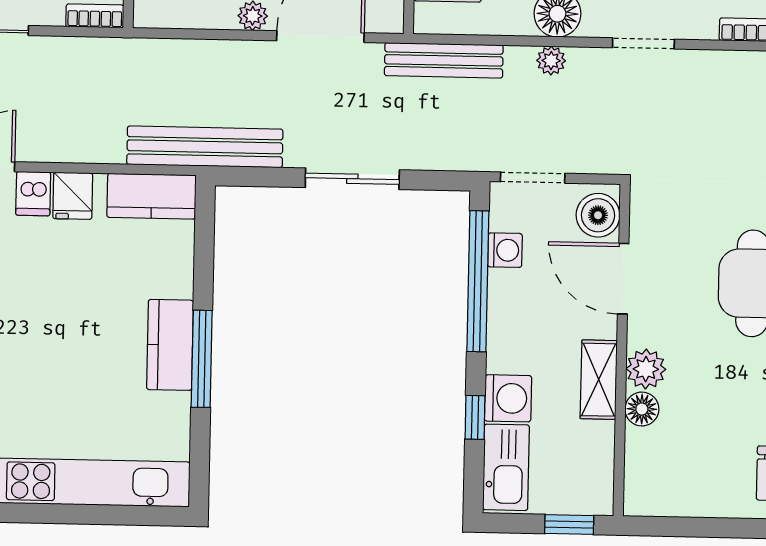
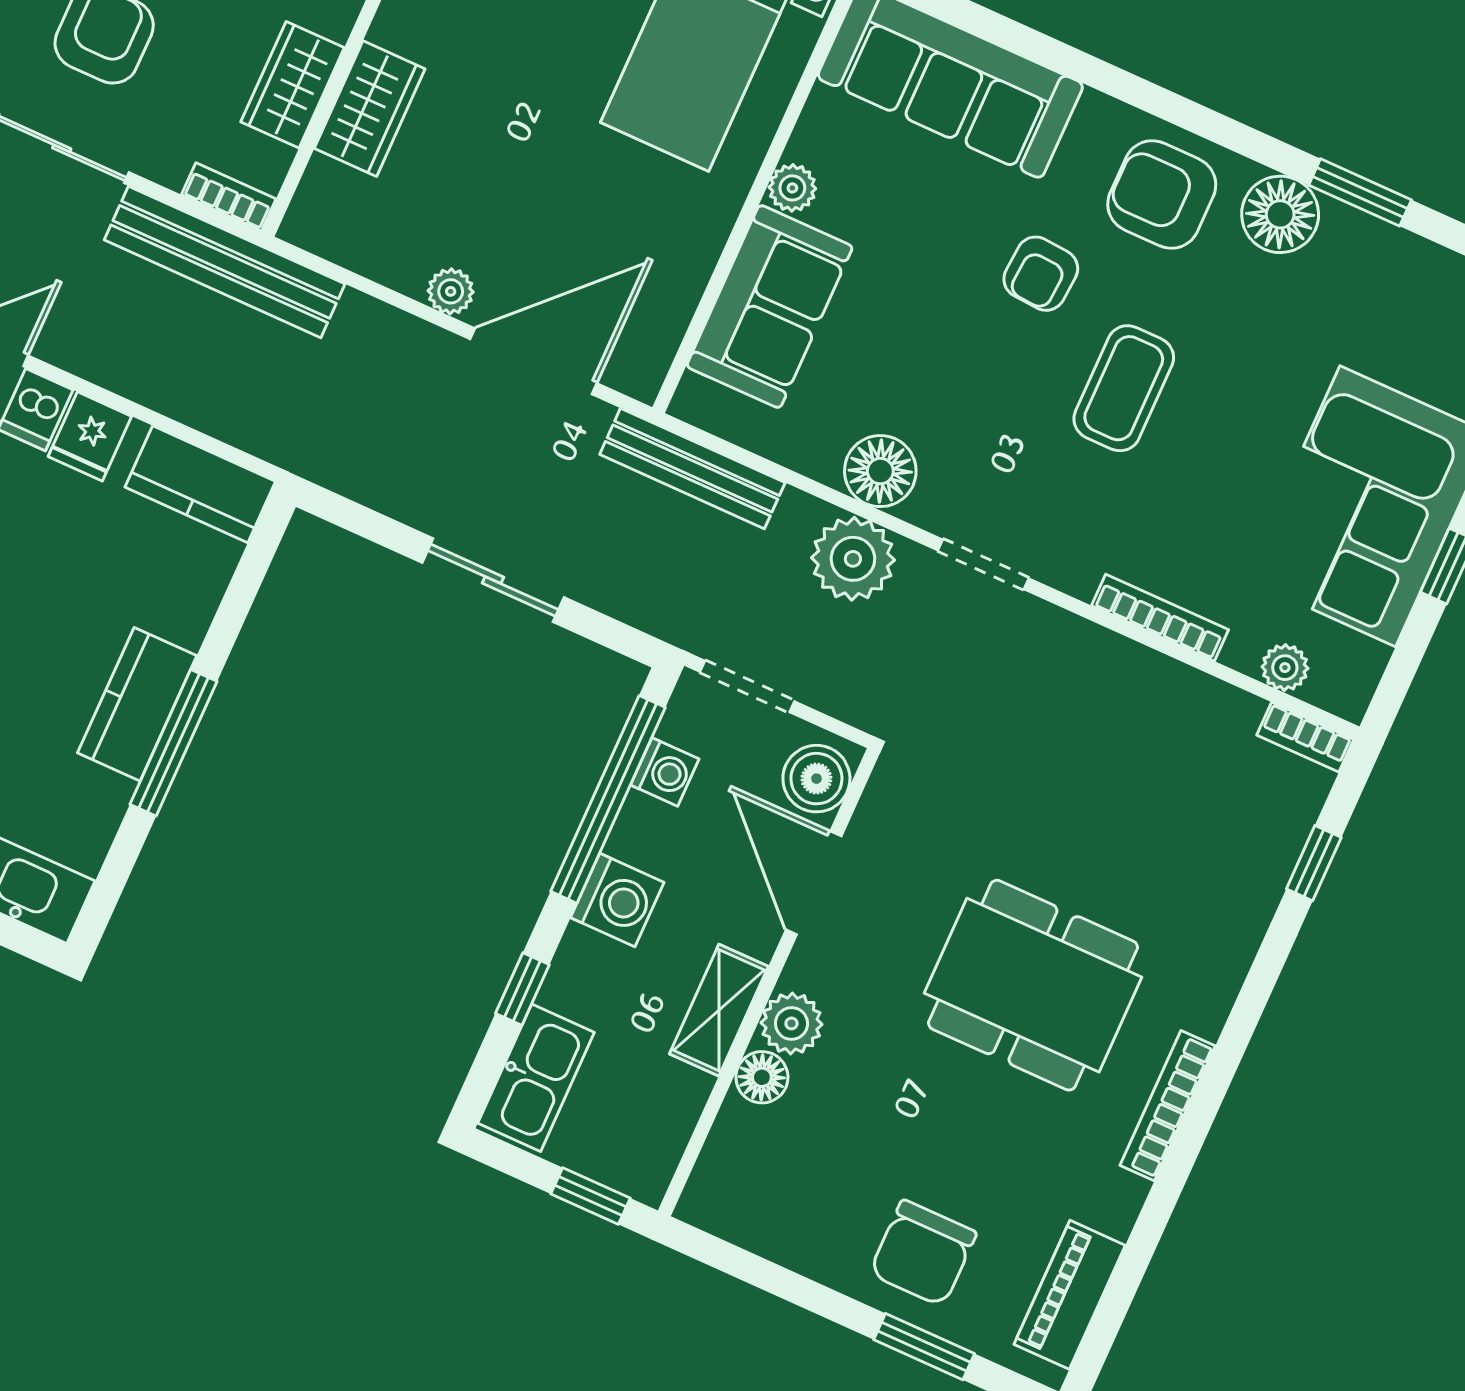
plant: (551, 61) -> (853, 559), width x1.88, depth x1.88
bench: (205, 147) -> (225, 262), moved
washing machine: (508, 398) -> (617, 900), moved

